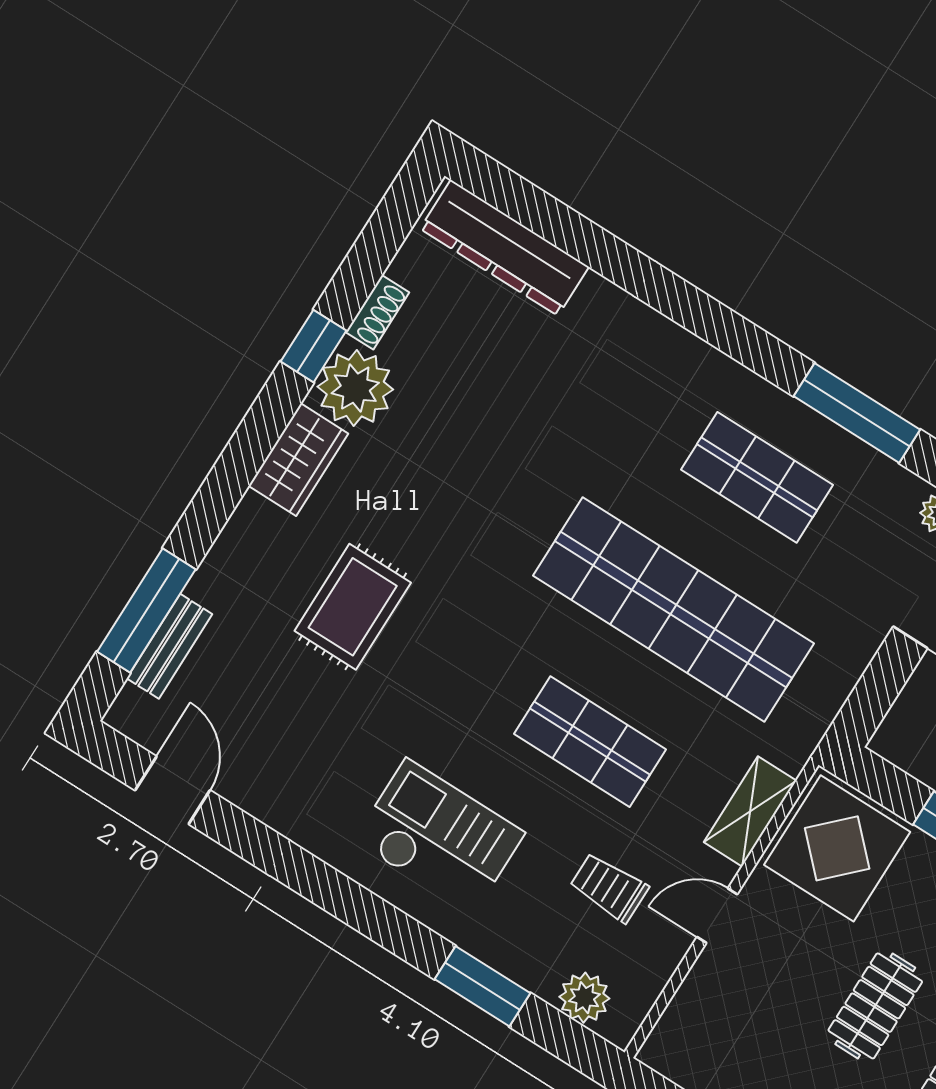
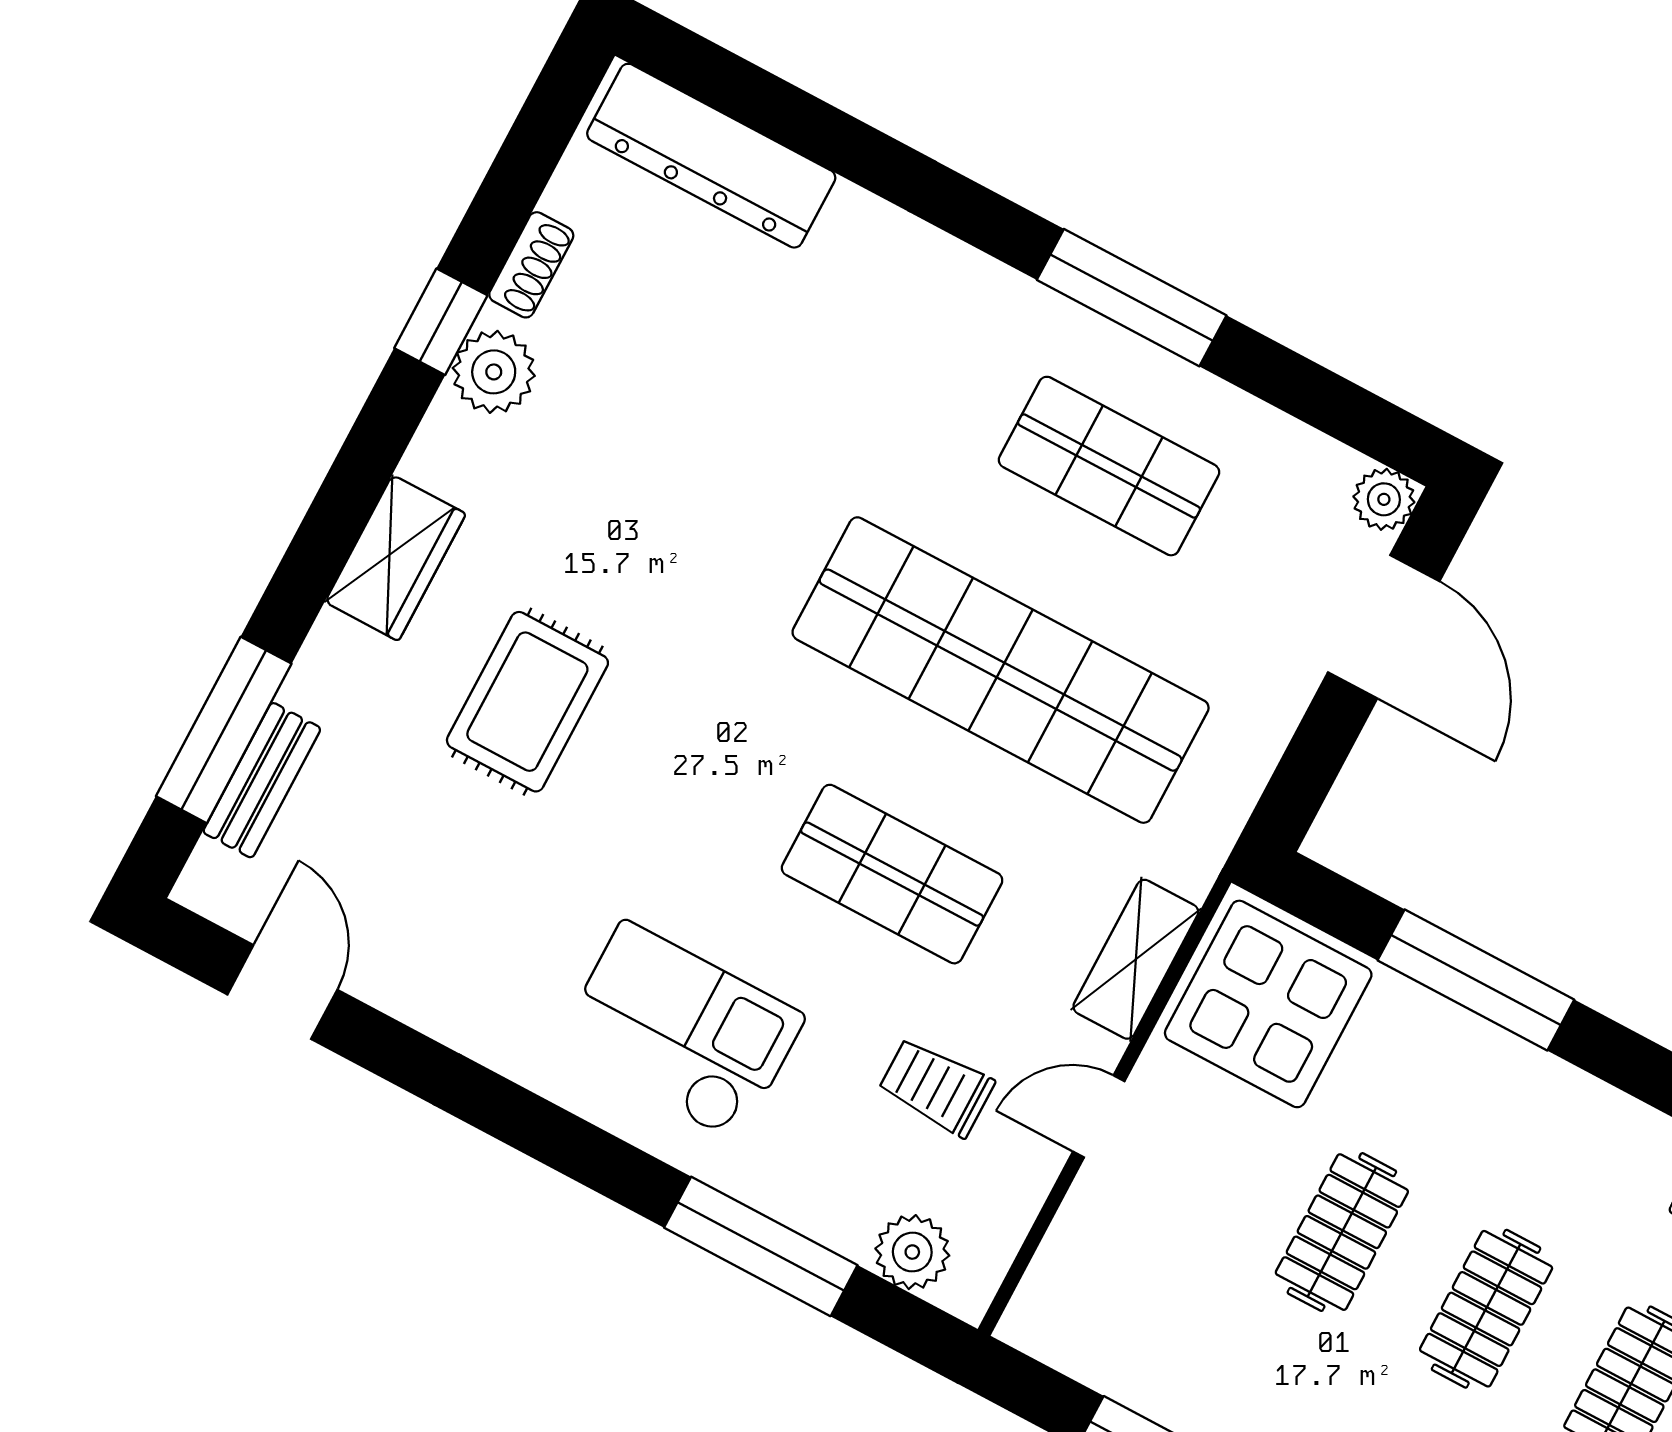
plant: (355, 388) -> (494, 372), width x0.73, depth x0.73
window: (857, 413) -> (1132, 298), moved
wardrobe: (298, 460) -> (395, 558), moved
window: (482, 986) -> (761, 1246), width x1.44

